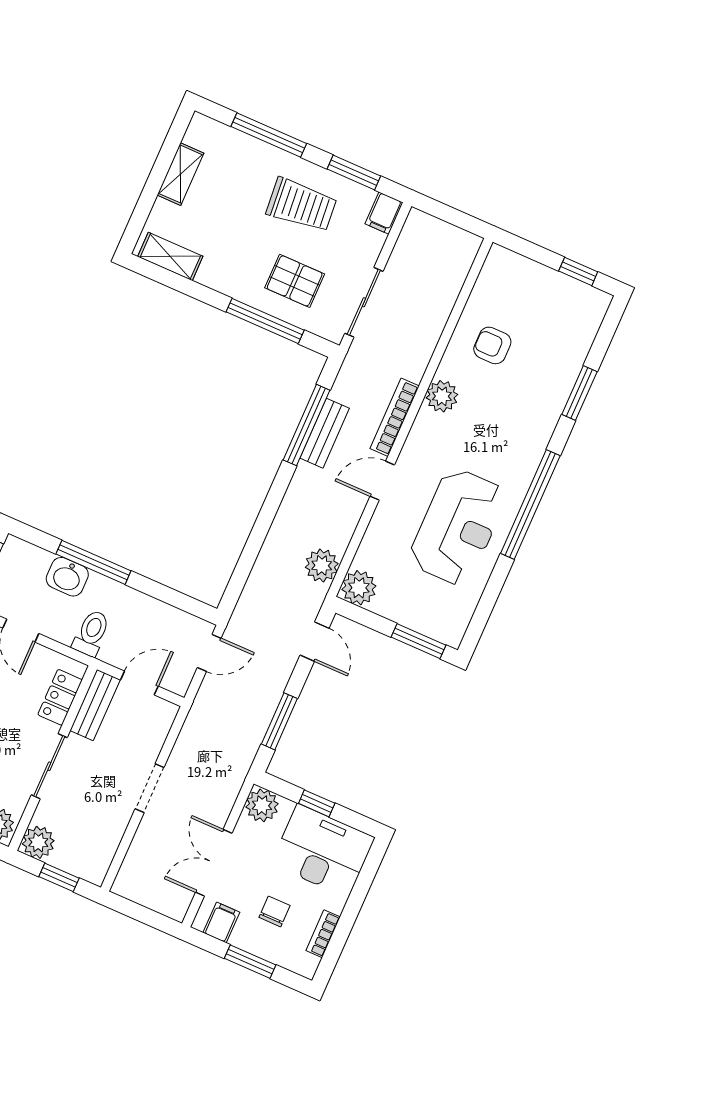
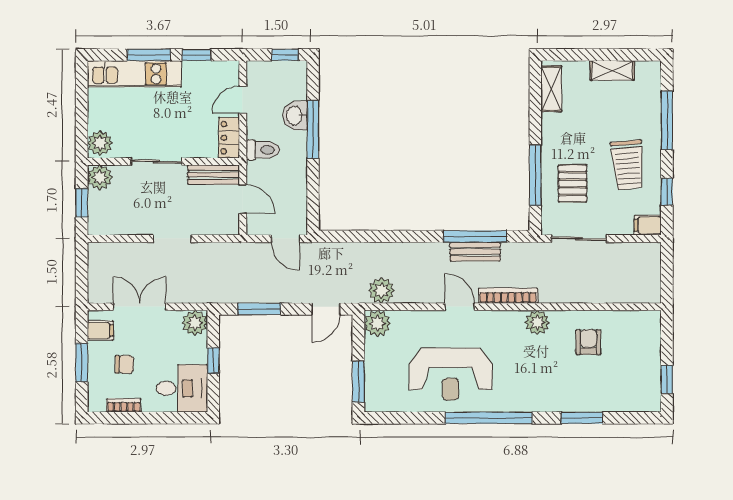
window: (354, 173) -> (667, 192), width x0.67
locker: (60, 697) -> (229, 138), moved, turned -90
desk: (323, 851) -> (182, 388), width x0.73

